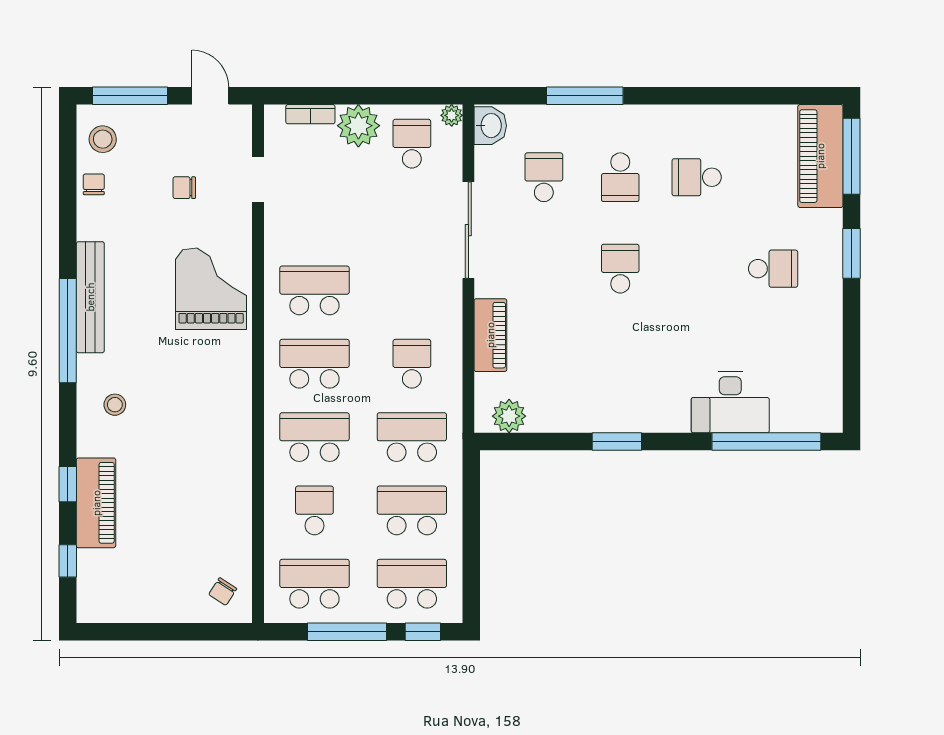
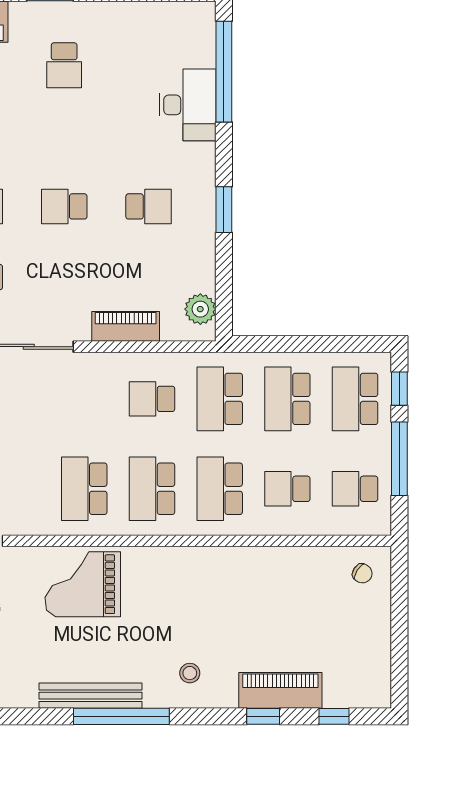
school desk: (773, 269) -> (64, 65), turned 180
school desk: (620, 360) -> (149, 206), added
school desk: (314, 584) -> (355, 489), width x0.54

